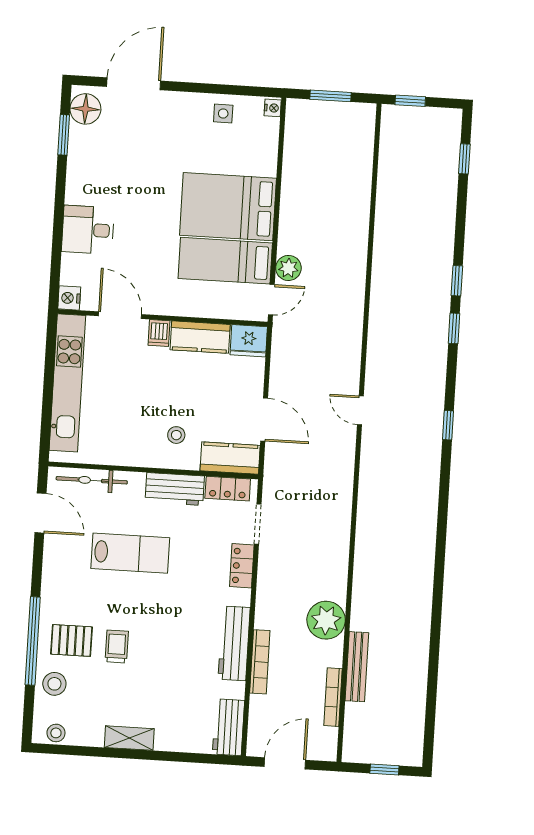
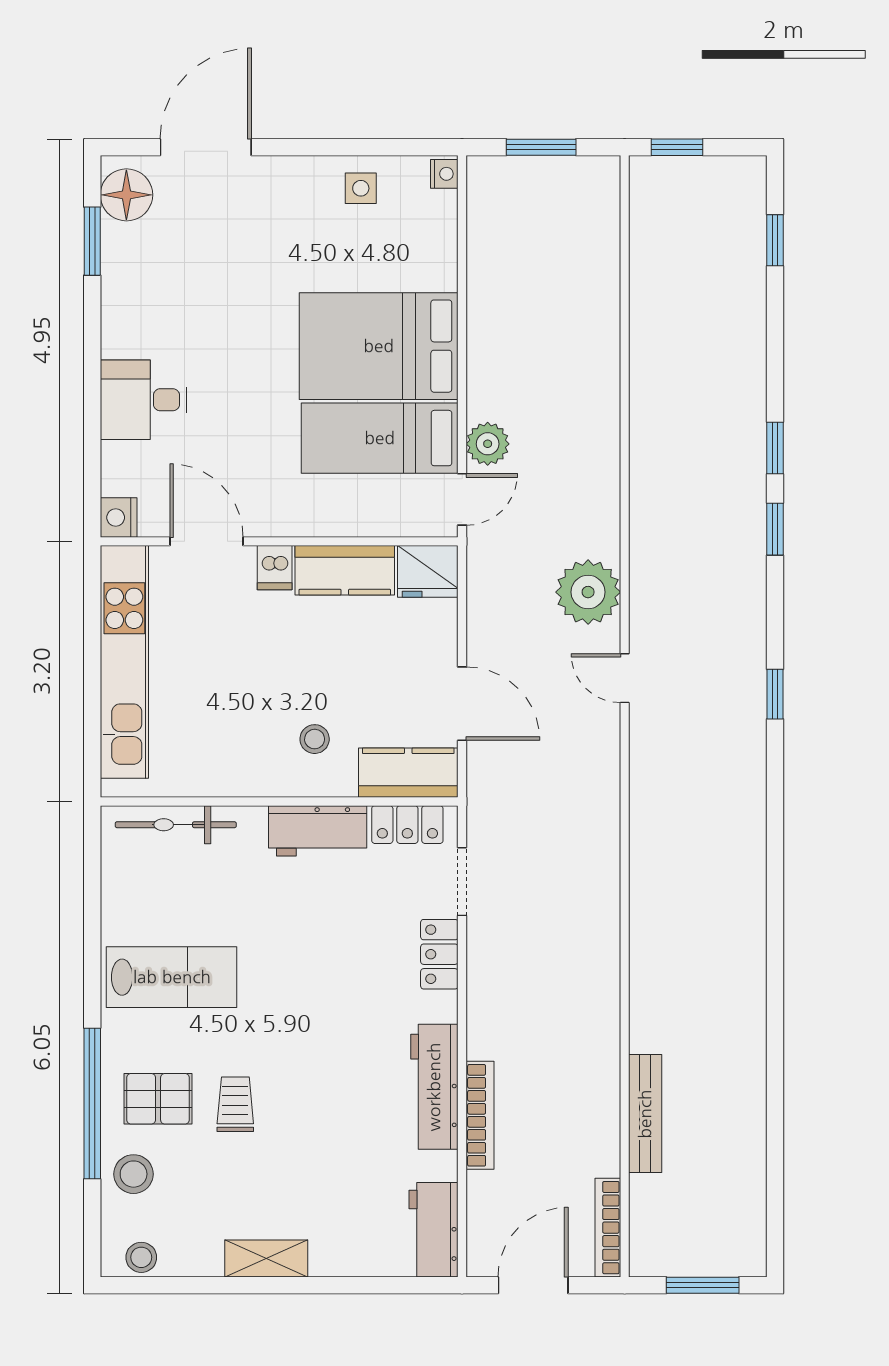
door: (41, 513) -> (92, 885), removed
lab bench: (130, 553) -> (172, 977), moved
plant: (326, 620) -> (588, 592), moved
bookcase: (333, 697) -> (608, 1228), moved
window: (384, 769) -> (703, 1285), width x1.50

